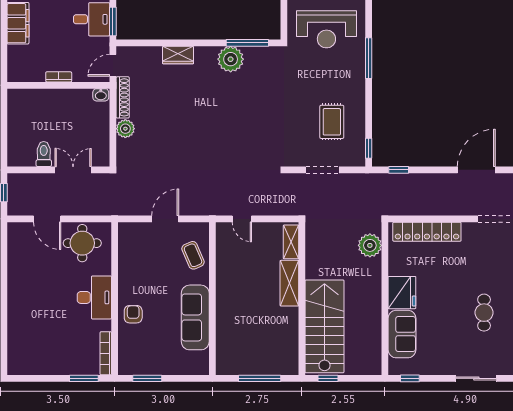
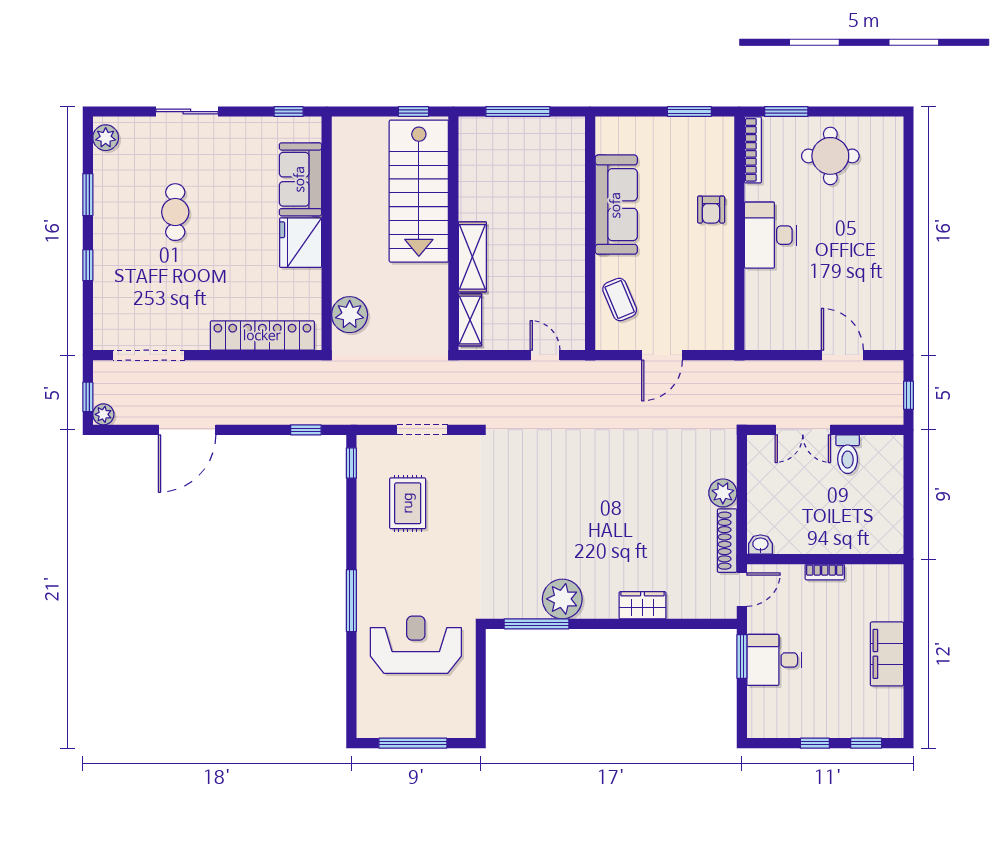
round table: (82, 243) -> (830, 156), moved

